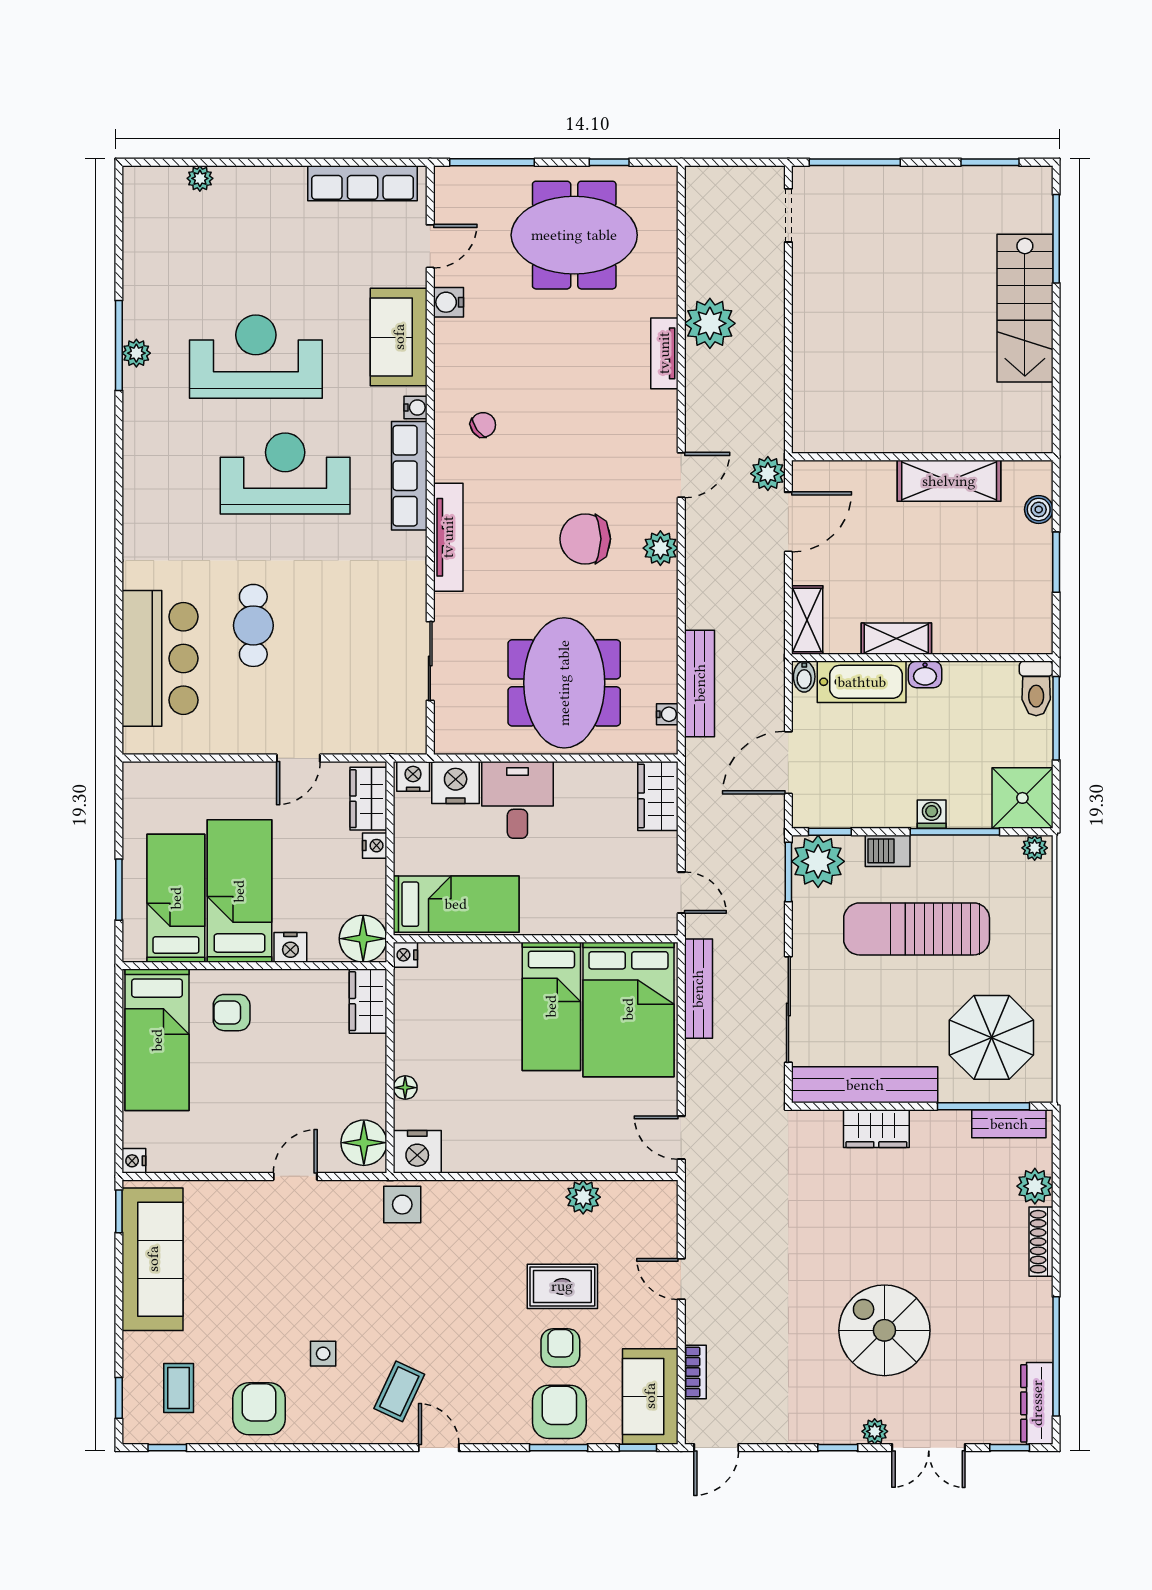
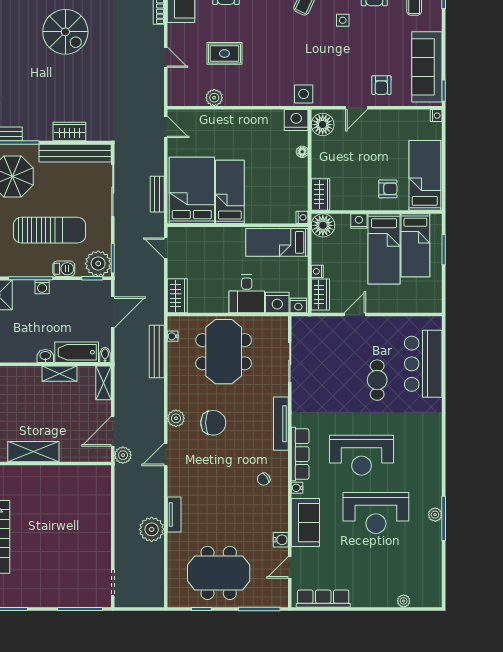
bench: (698, 989) -> (157, 194), width x0.73
armchair: (560, 1348) -> (381, 85), moved

